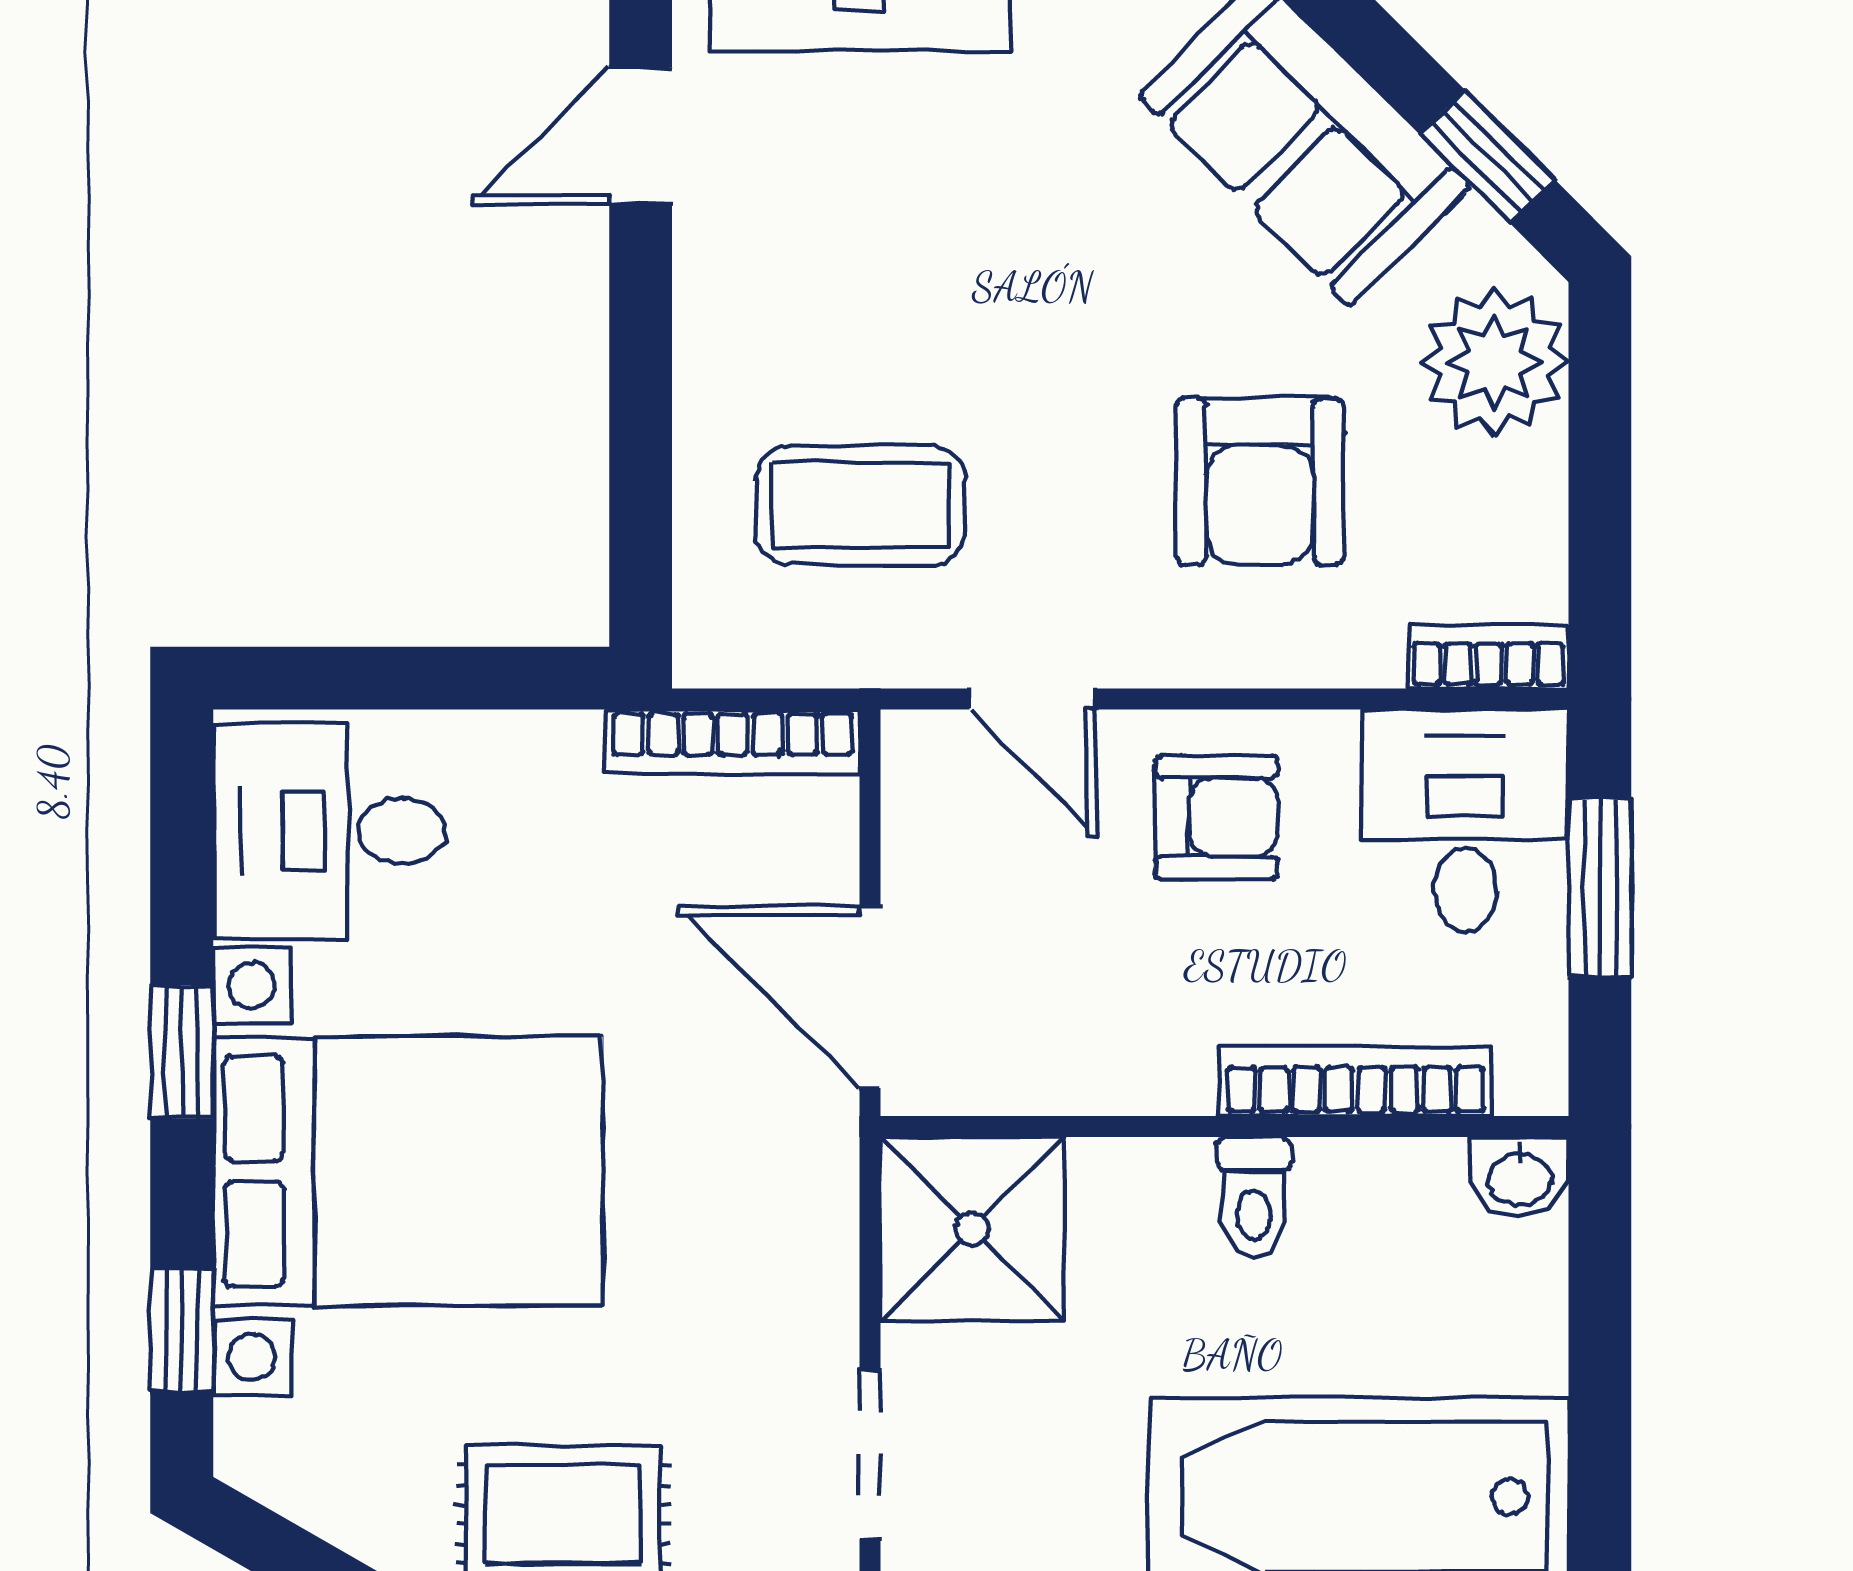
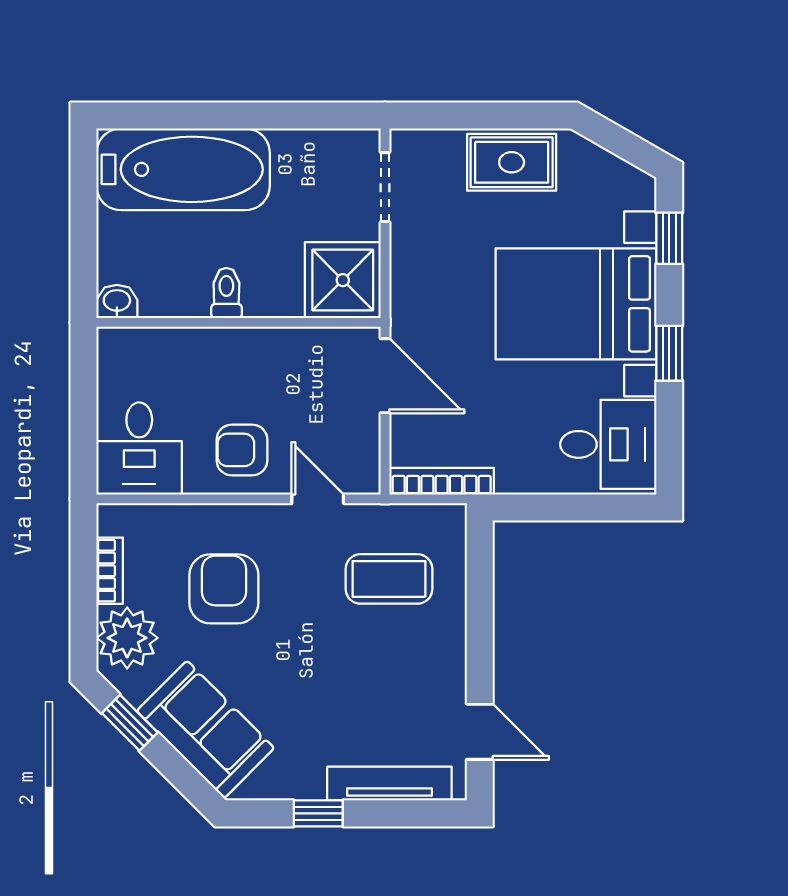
door: (641, 135) -> (480, 732), hinge flipped
bookcase: (1488, 656) -> (110, 571), moved, turned -90
window: (1600, 888) -> (84, 421), removed
bookcase: (1355, 1081) -> (184, 341), removed

